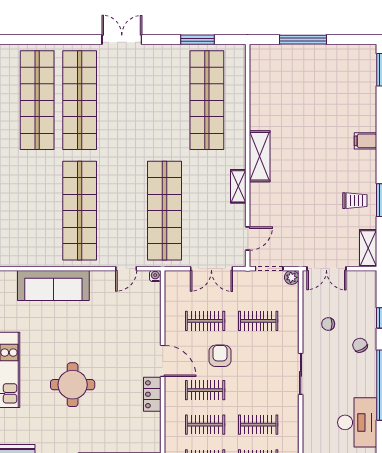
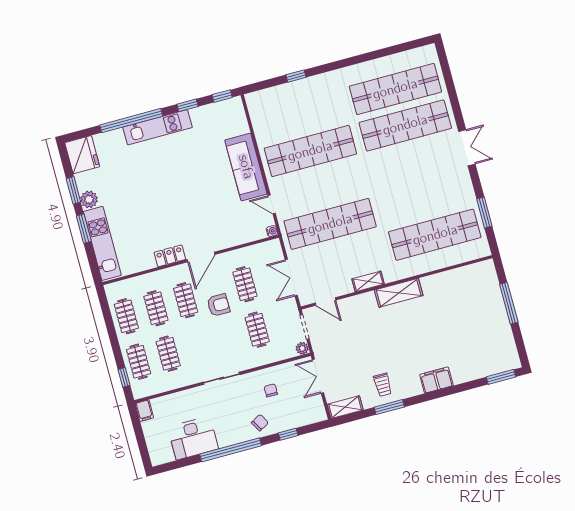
filing cabinet: (365, 141) -> (436, 380), width x2.00
sofa: (53, 285) -> (246, 167), moved
round table: (73, 385) -> (160, 185), removed

